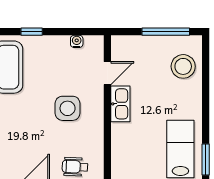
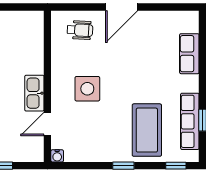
water cooler: (77, 41) -> (57, 156), moved

